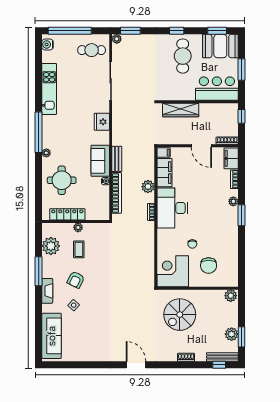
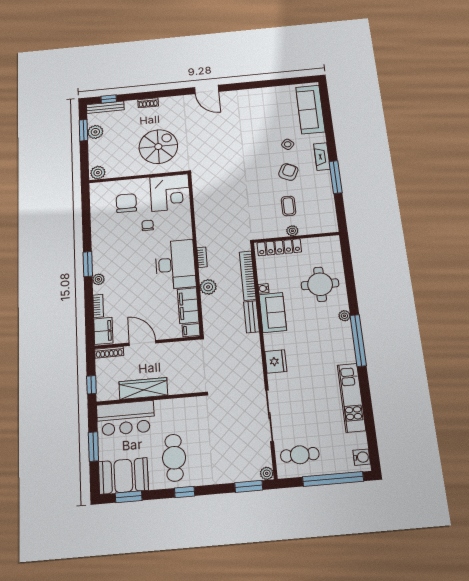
wardrobe: (181, 110) -> (143, 388), moved
locker: (67, 214) -> (279, 247), moved
plant: (51, 246) -> (324, 206), removed

